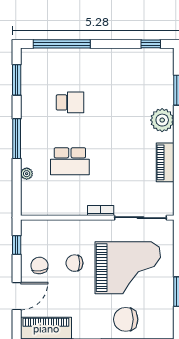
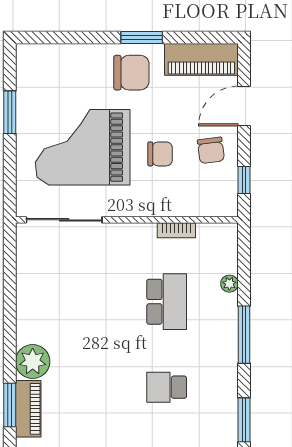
school desk: (70, 161) -> (167, 302), turned 90
piano: (165, 162) -> (28, 409), moved
bookcase: (101, 210) -> (176, 230), moved
chair: (126, 319) -> (131, 73), moved

